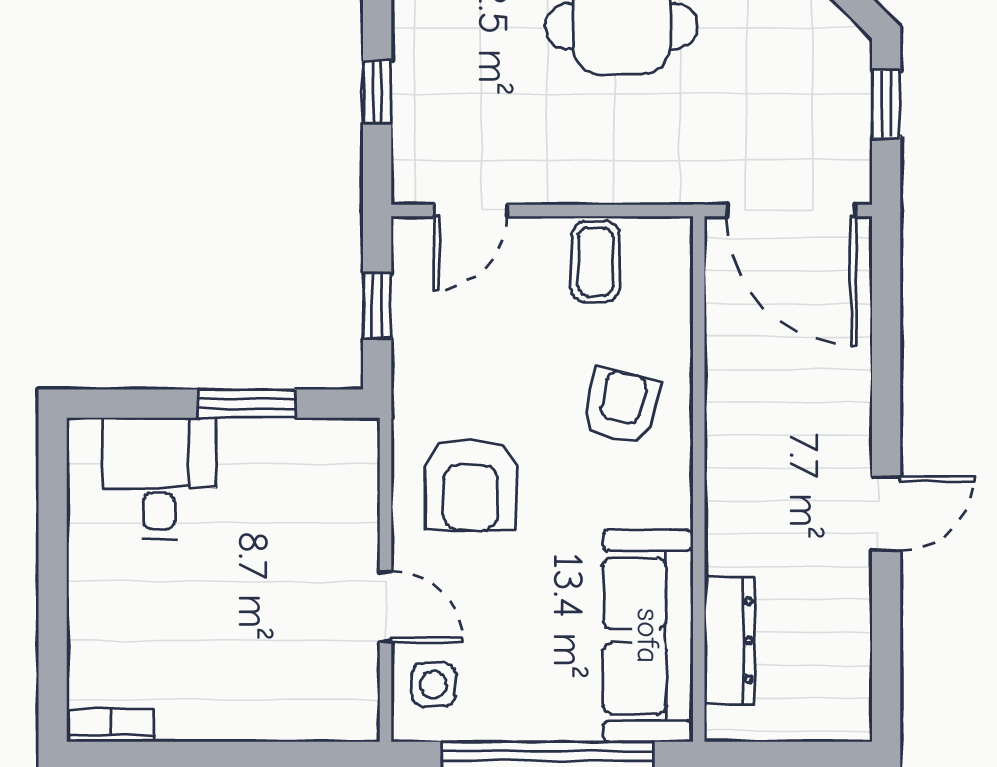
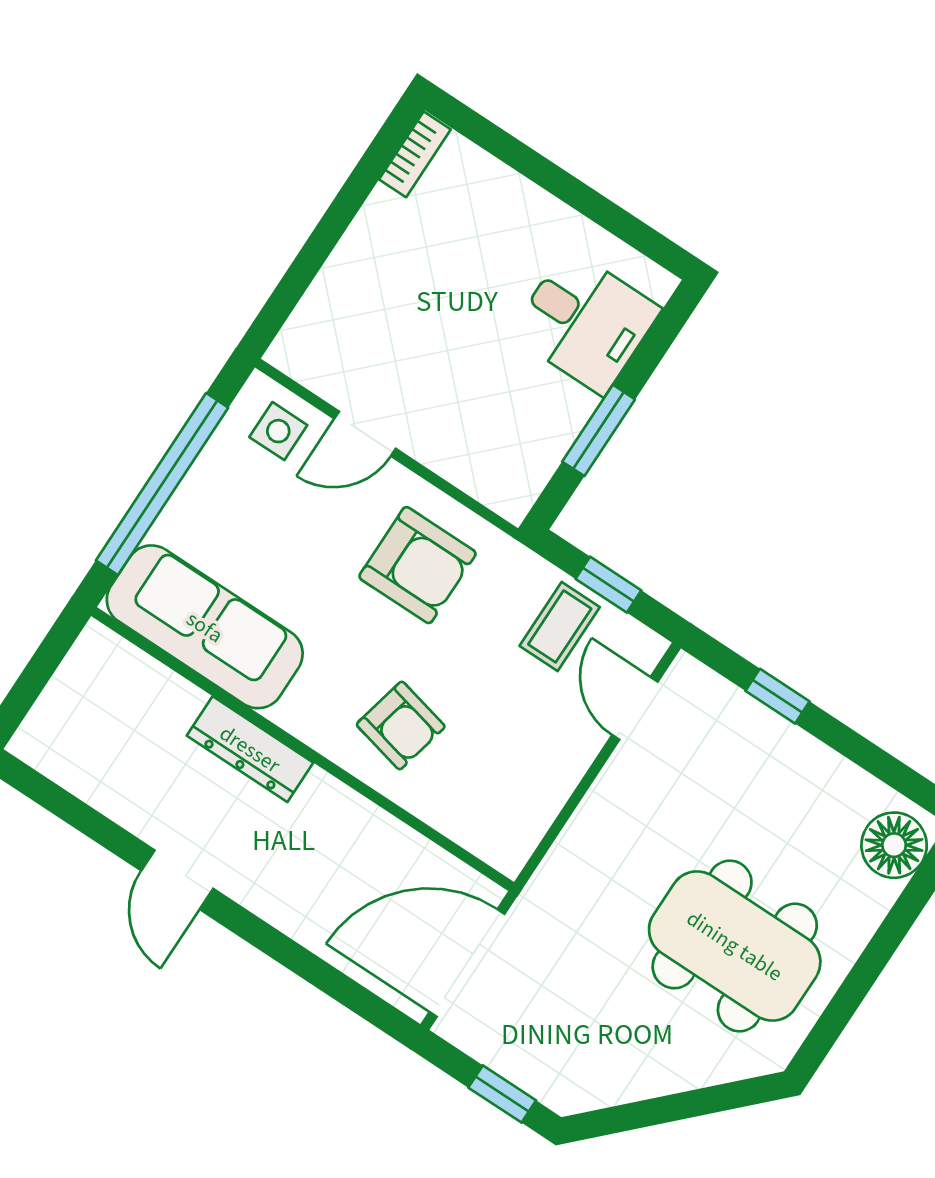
coffee table: (595, 262) -> (560, 626), moved, turned 90
armchair: (471, 485) -> (418, 565), turned 180
dresser: (729, 640) -> (250, 749), moved

